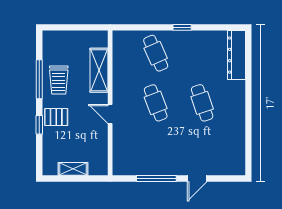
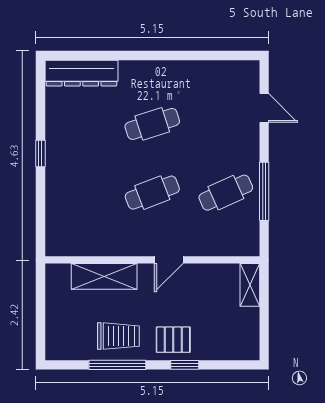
cafe table: (156, 53) -> (226, 193), moved
pallet: (56, 117) -> (173, 340), turned 90
shelving: (73, 169) -> (250, 285), moved
door: (197, 178) -> (264, 108), moved

